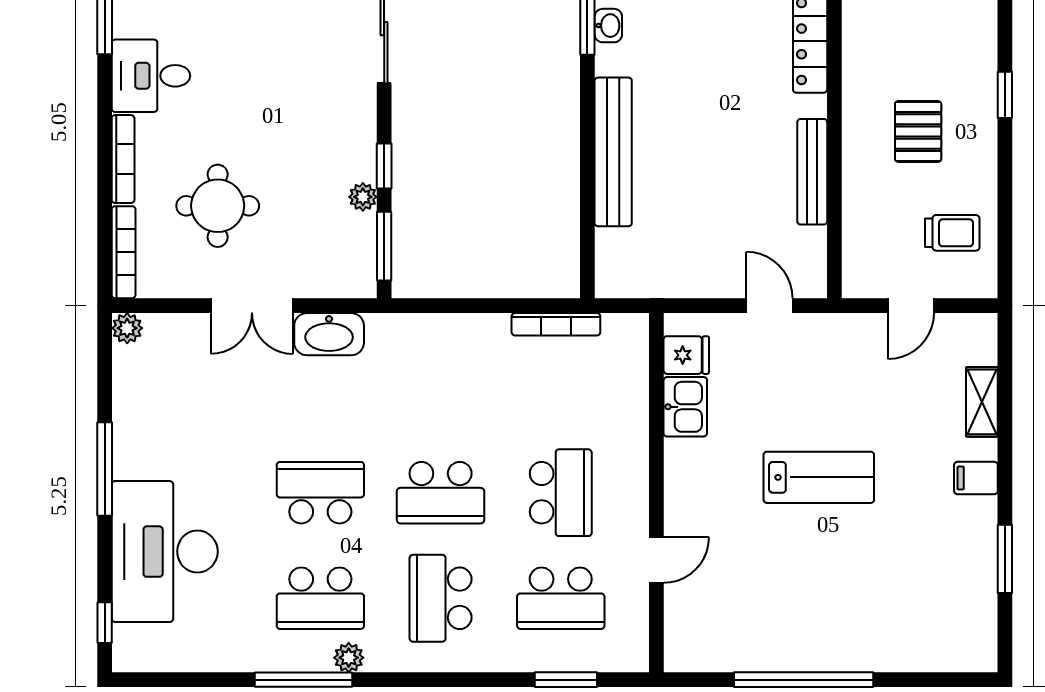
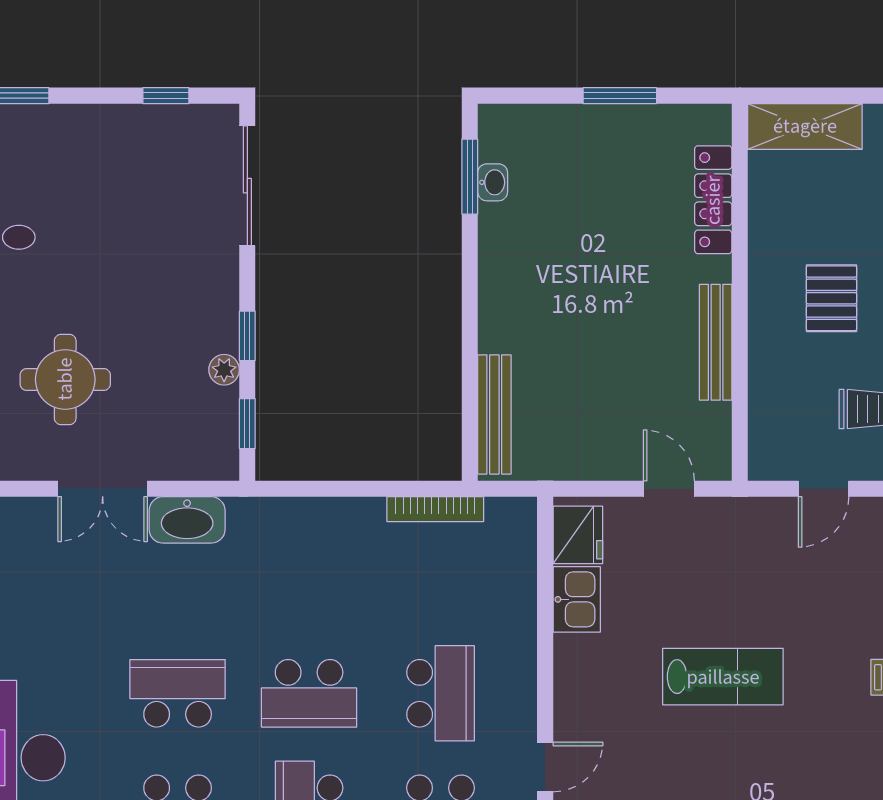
bench: (613, 152) -> (494, 414), moved, width x0.73, depth x0.82
window: (384, 246) -> (247, 424), width x0.67
fridge: (686, 355) -> (578, 535), width x1.38

